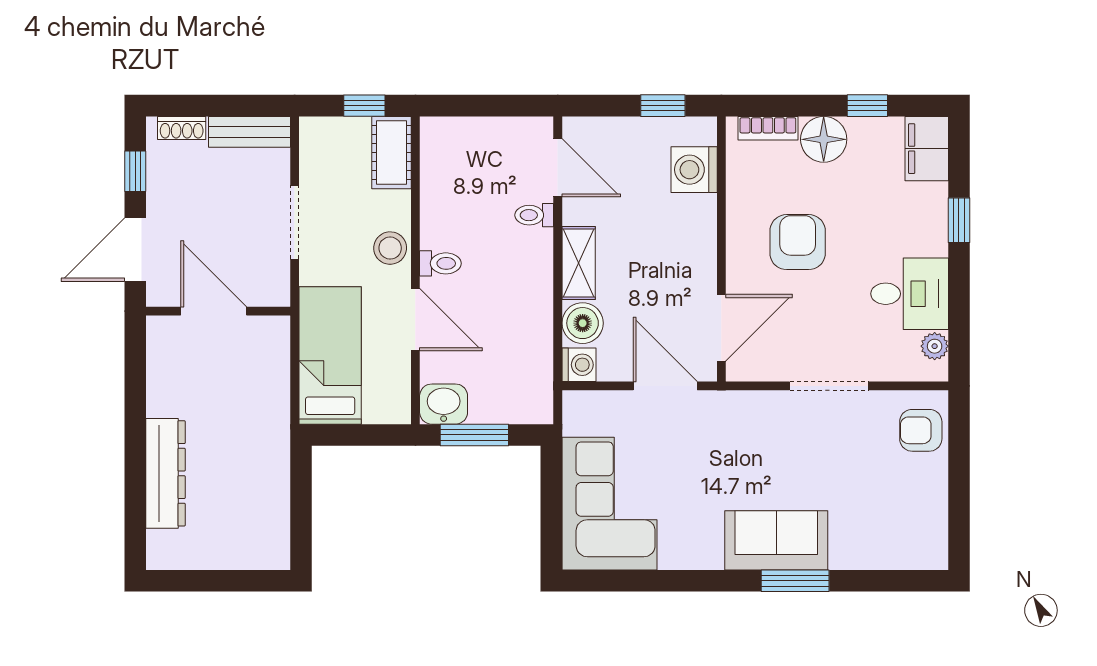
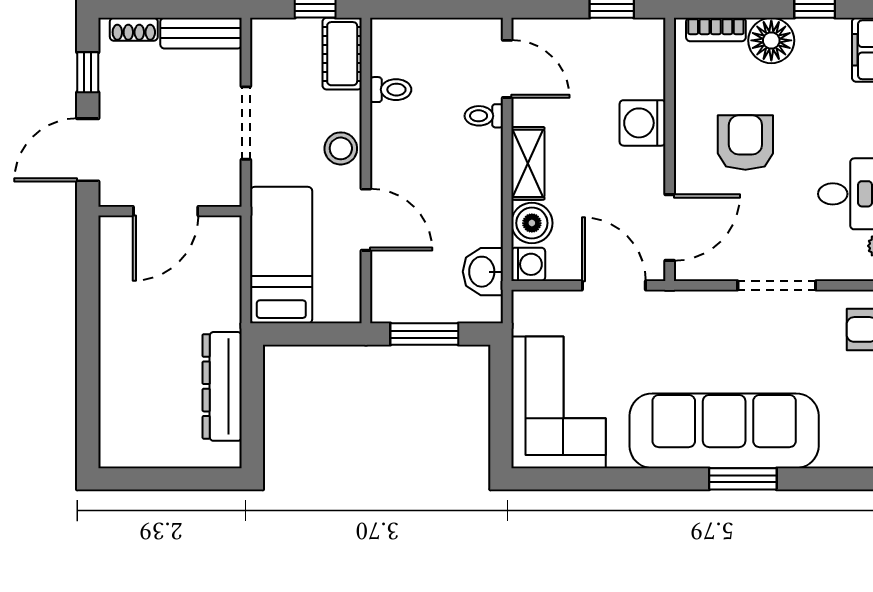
washing machine: (694, 170) -> (643, 123), moved
toilet: (440, 263) -> (391, 90), moved
door: (214, 311) -> (166, 211), swing flipped
washbasin: (444, 404) -> (483, 272), moved, turned -90
dresser: (165, 473) -> (222, 386), moved, turned 180
sofa: (776, 540) -> (724, 431), width x1.85, depth x1.27

